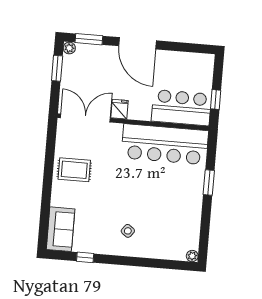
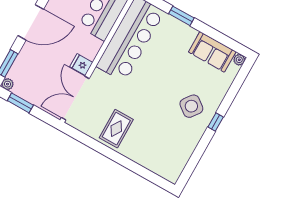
sofa: (61, 229) -> (212, 52), moved, turned 180
side table: (128, 231) -> (191, 106), width x1.87, depth x1.87
window: (85, 257) -> (216, 122), moved

